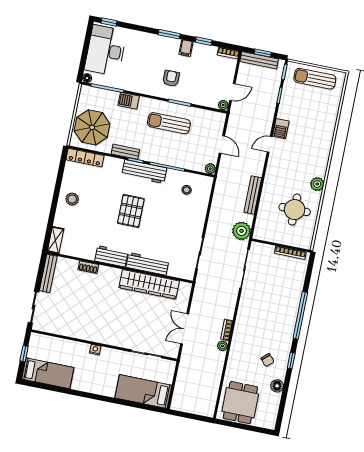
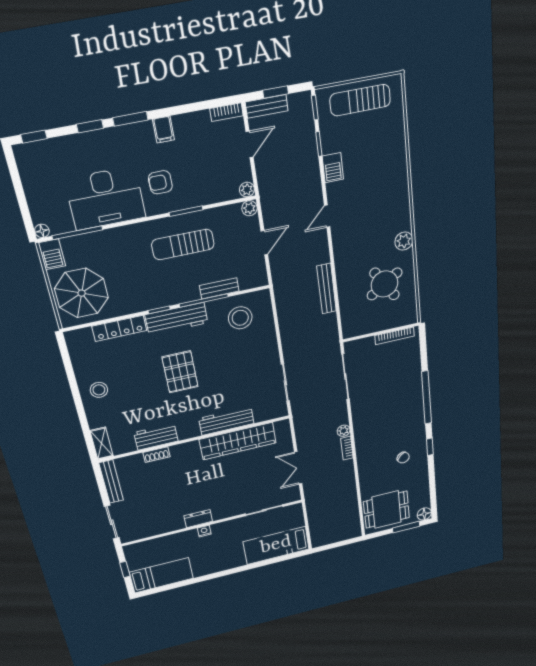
window: (204, 41) -> (90, 126), moved
desk: (106, 51) -> (106, 198), moved, turned -90
bench: (259, 60) -> (267, 106), width x0.73
armchair: (171, 78) -> (160, 182), turned -90
door: (232, 92) -> (249, 144), moved
barbecue: (129, 101) -> (52, 254), moved, turned -90
barbecue: (281, 129) -> (333, 168), moved
door: (222, 145) -> (264, 243), hinge flipped
bench: (125, 152) -> (219, 288), moved
locker: (85, 158) -> (119, 328), moved
plant: (210, 169) -> (250, 208), moved
stool: (187, 190) -> (240, 318), width x1.89, depth x1.89
round table: (295, 210) -> (385, 284), turned -33
plant: (242, 231) -> (327, 336), removed
workbench: (111, 256) -> (156, 437), moved
dresser: (95, 336) -> (198, 519), added
plant: (222, 346) -> (344, 431), moved
floor lamp: (277, 386) -> (424, 514), moved
dining table: (240, 403) -> (387, 510), turned 90
window: (251, 428) -> (406, 527), added

